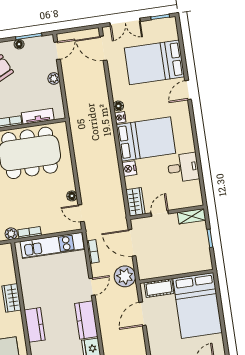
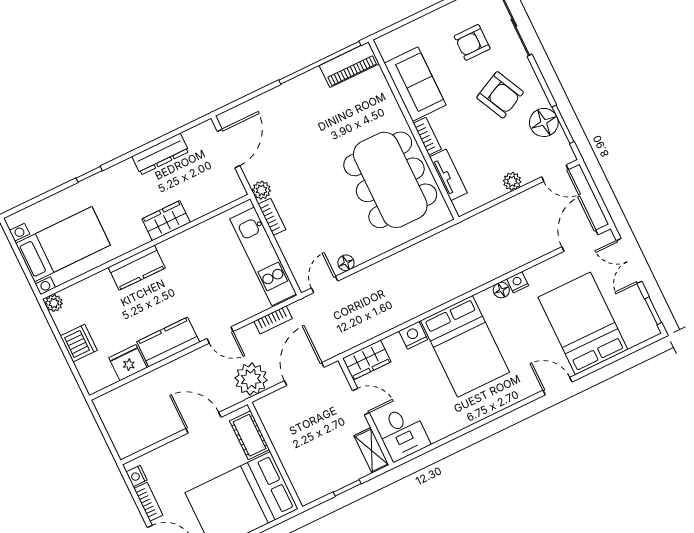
floor lamp: (19, 44) -> (544, 122), width x1.89, depth x1.89
nightstand: (120, 117) -> (518, 282), moved
desk: (183, 167) -> (402, 433), moved

